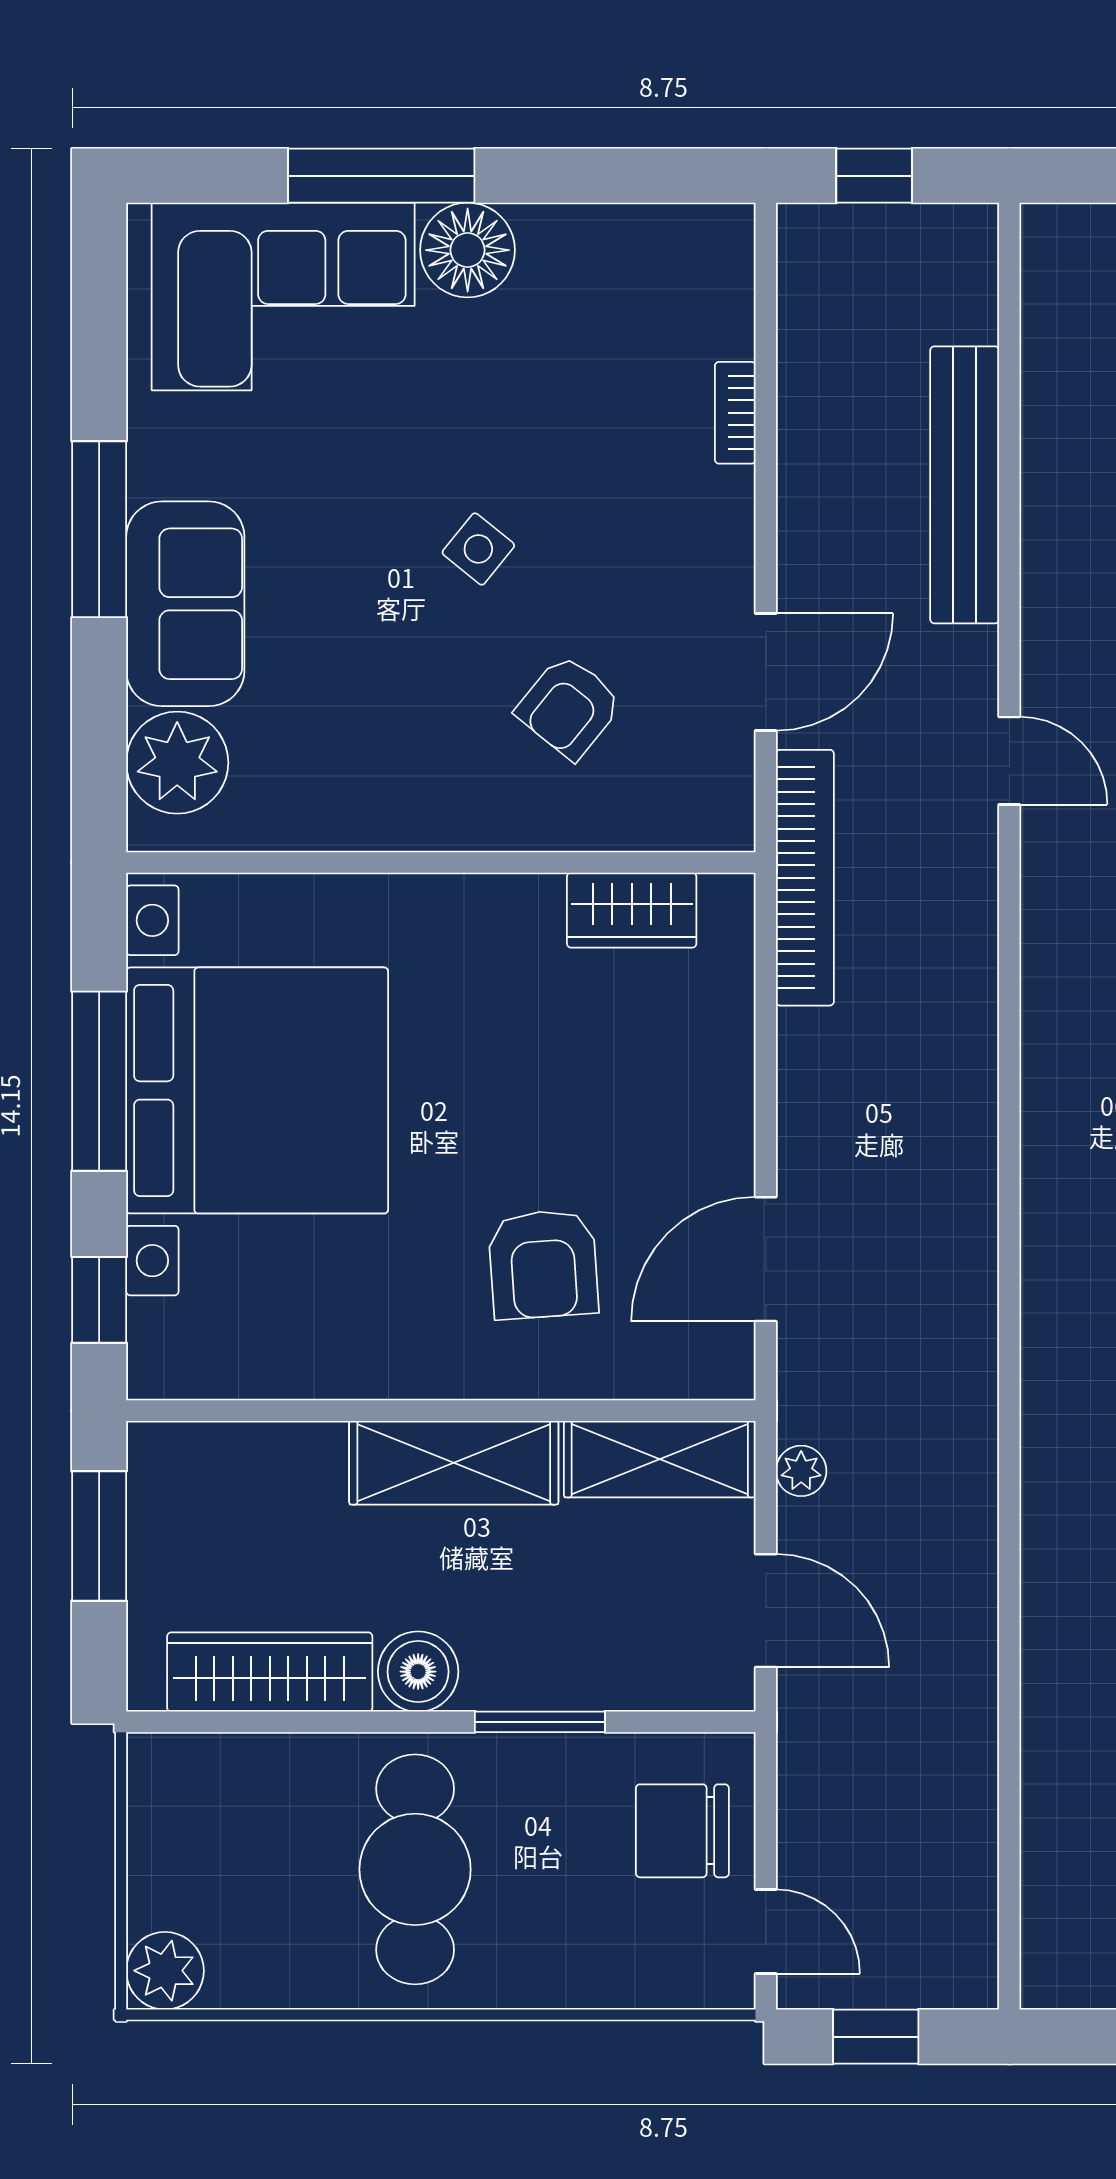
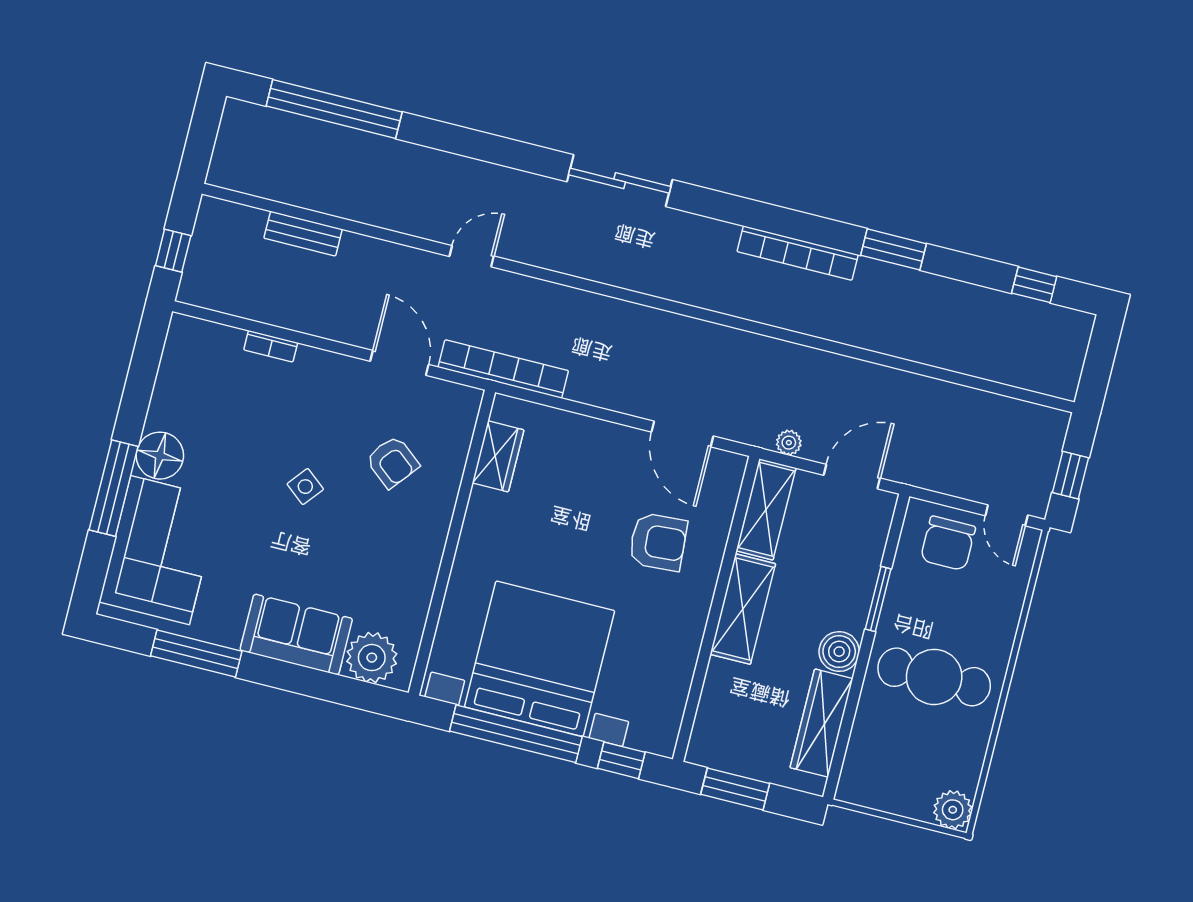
bench: (965, 485) -> (303, 234), width x0.54, depth x0.82
window: (99, 529) -> (196, 654), moved
window: (99, 1081) -> (516, 734), width x1.46
door: (766, 1931) -> (1007, 515), swing flipped

